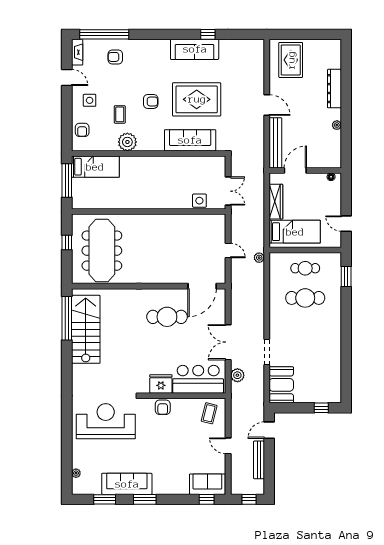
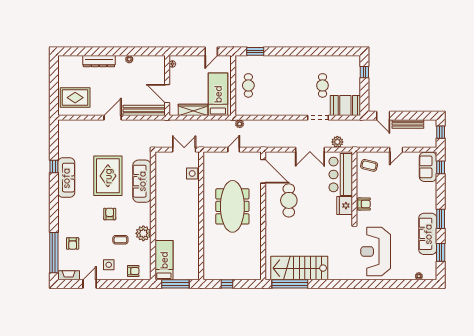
meeting table: (102, 251) -> (232, 206), moved, turned 90
cafe table: (305, 298) -> (323, 85), moved, width x0.73, depth x0.74

